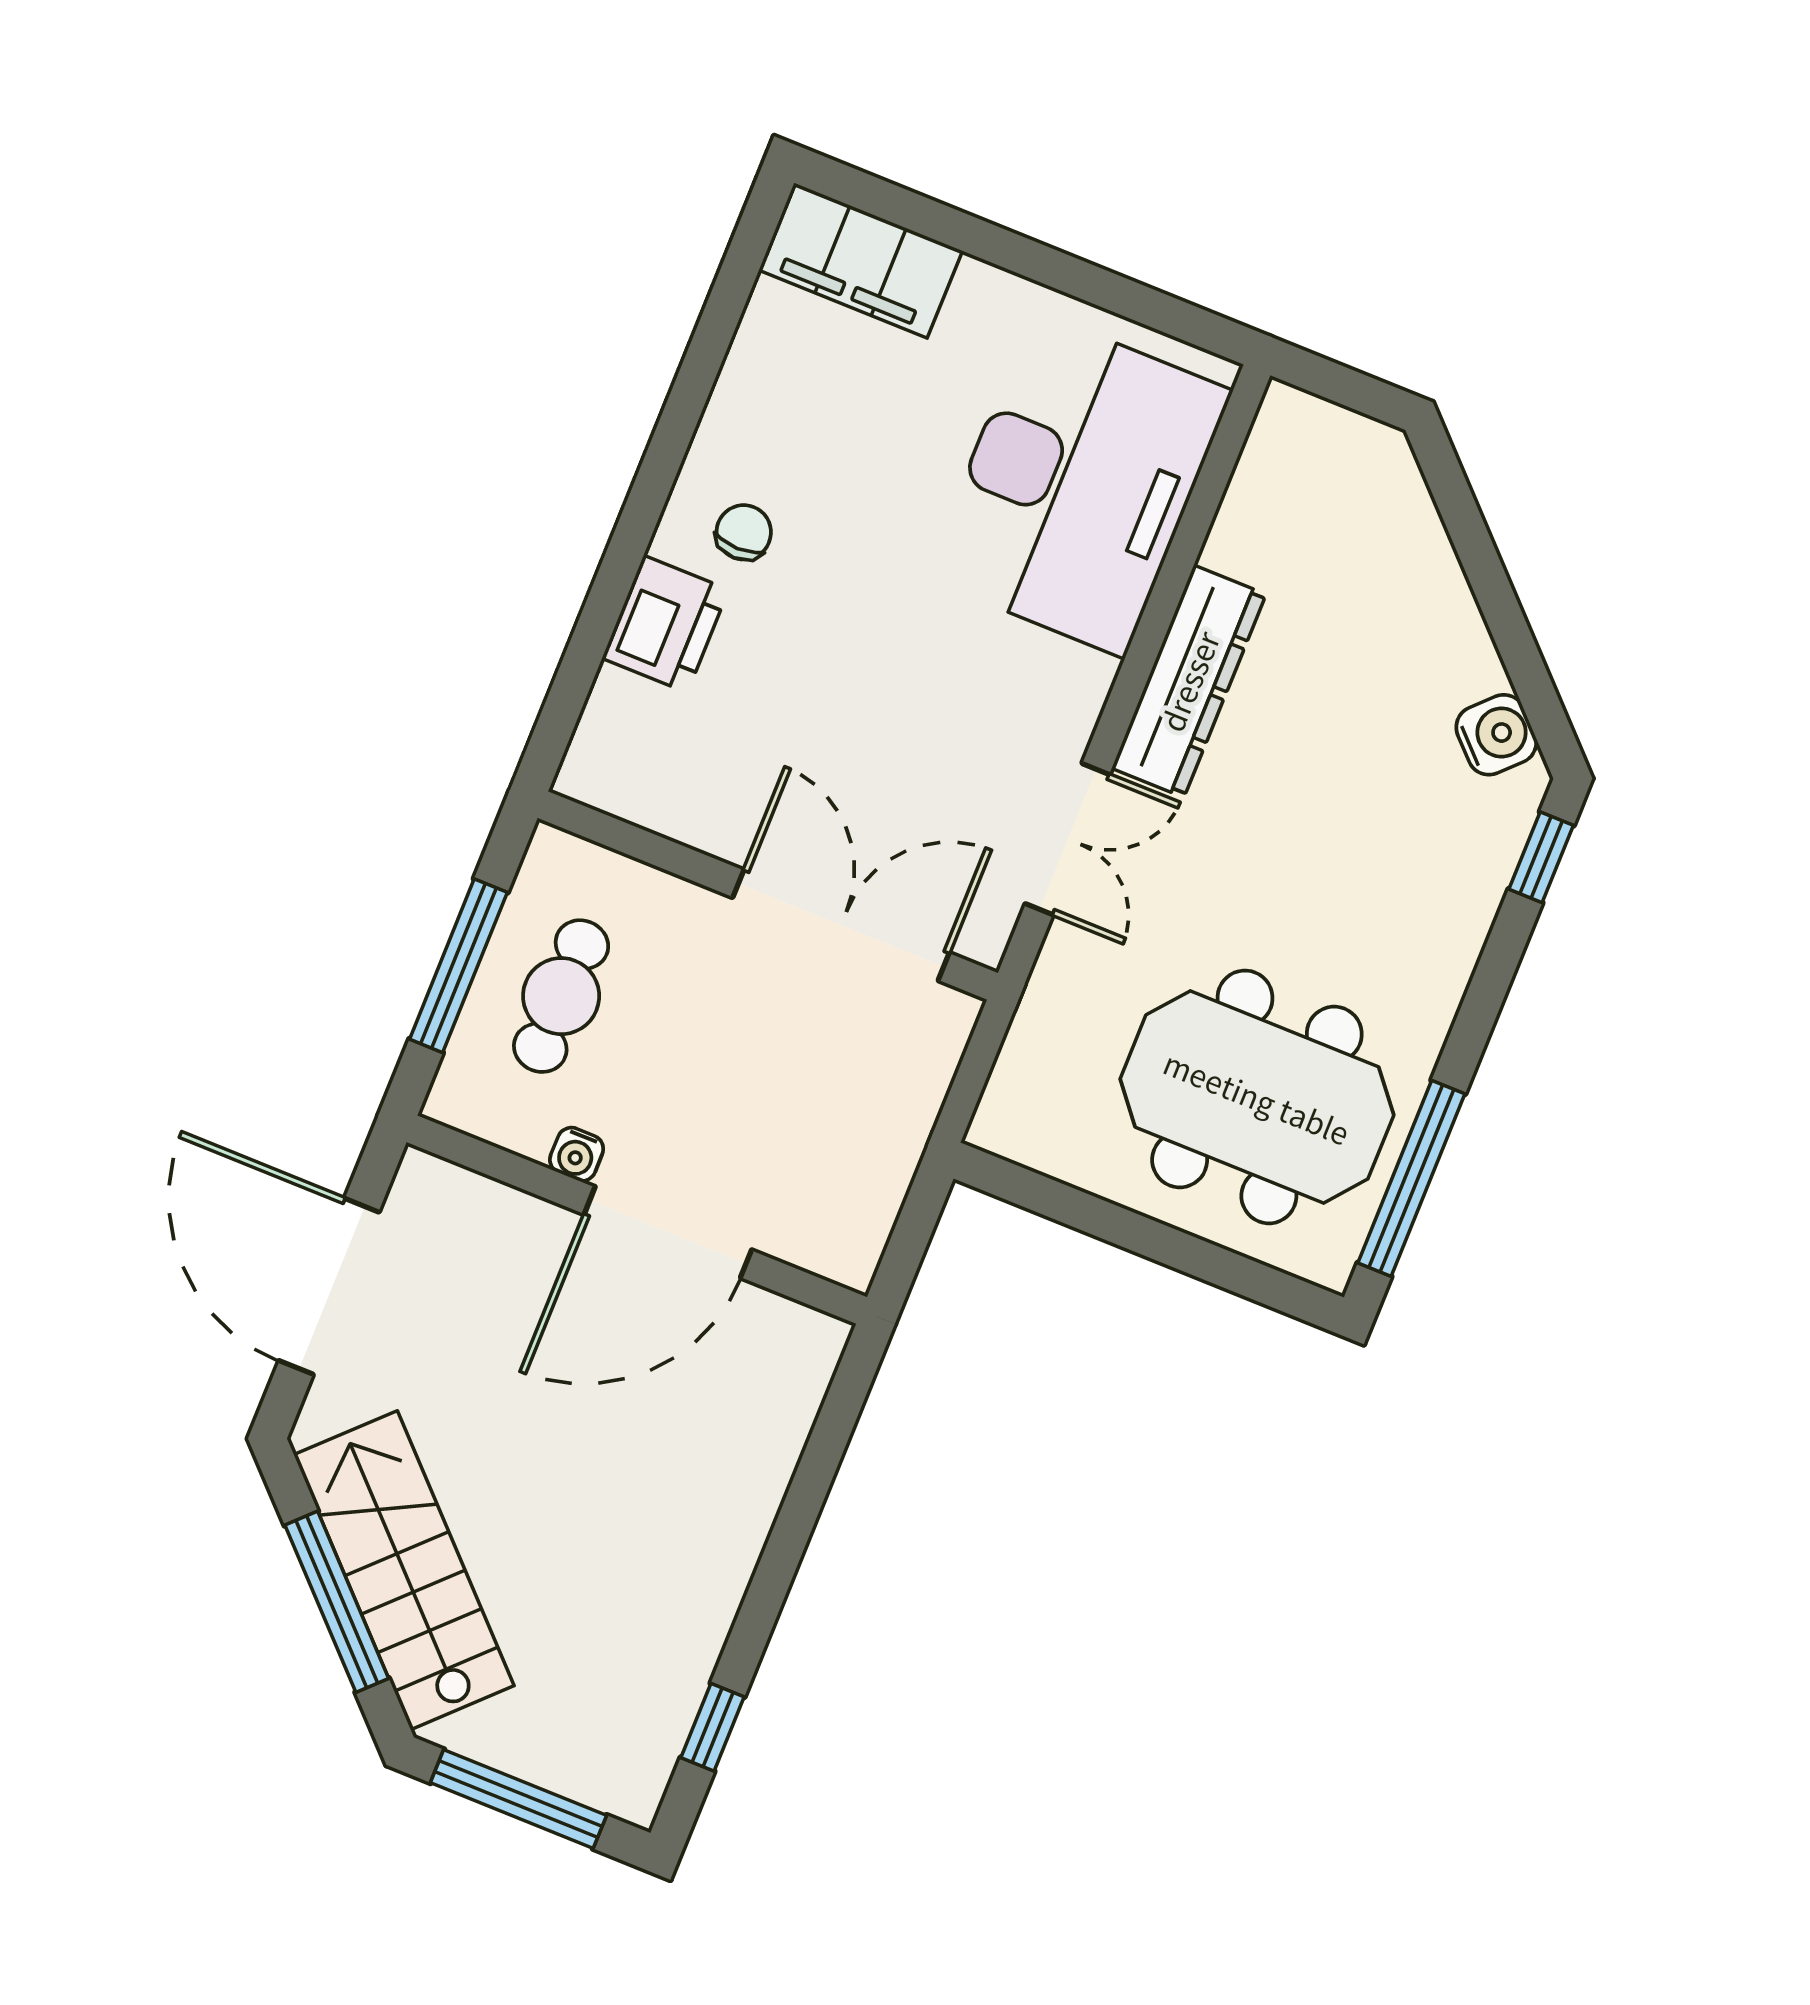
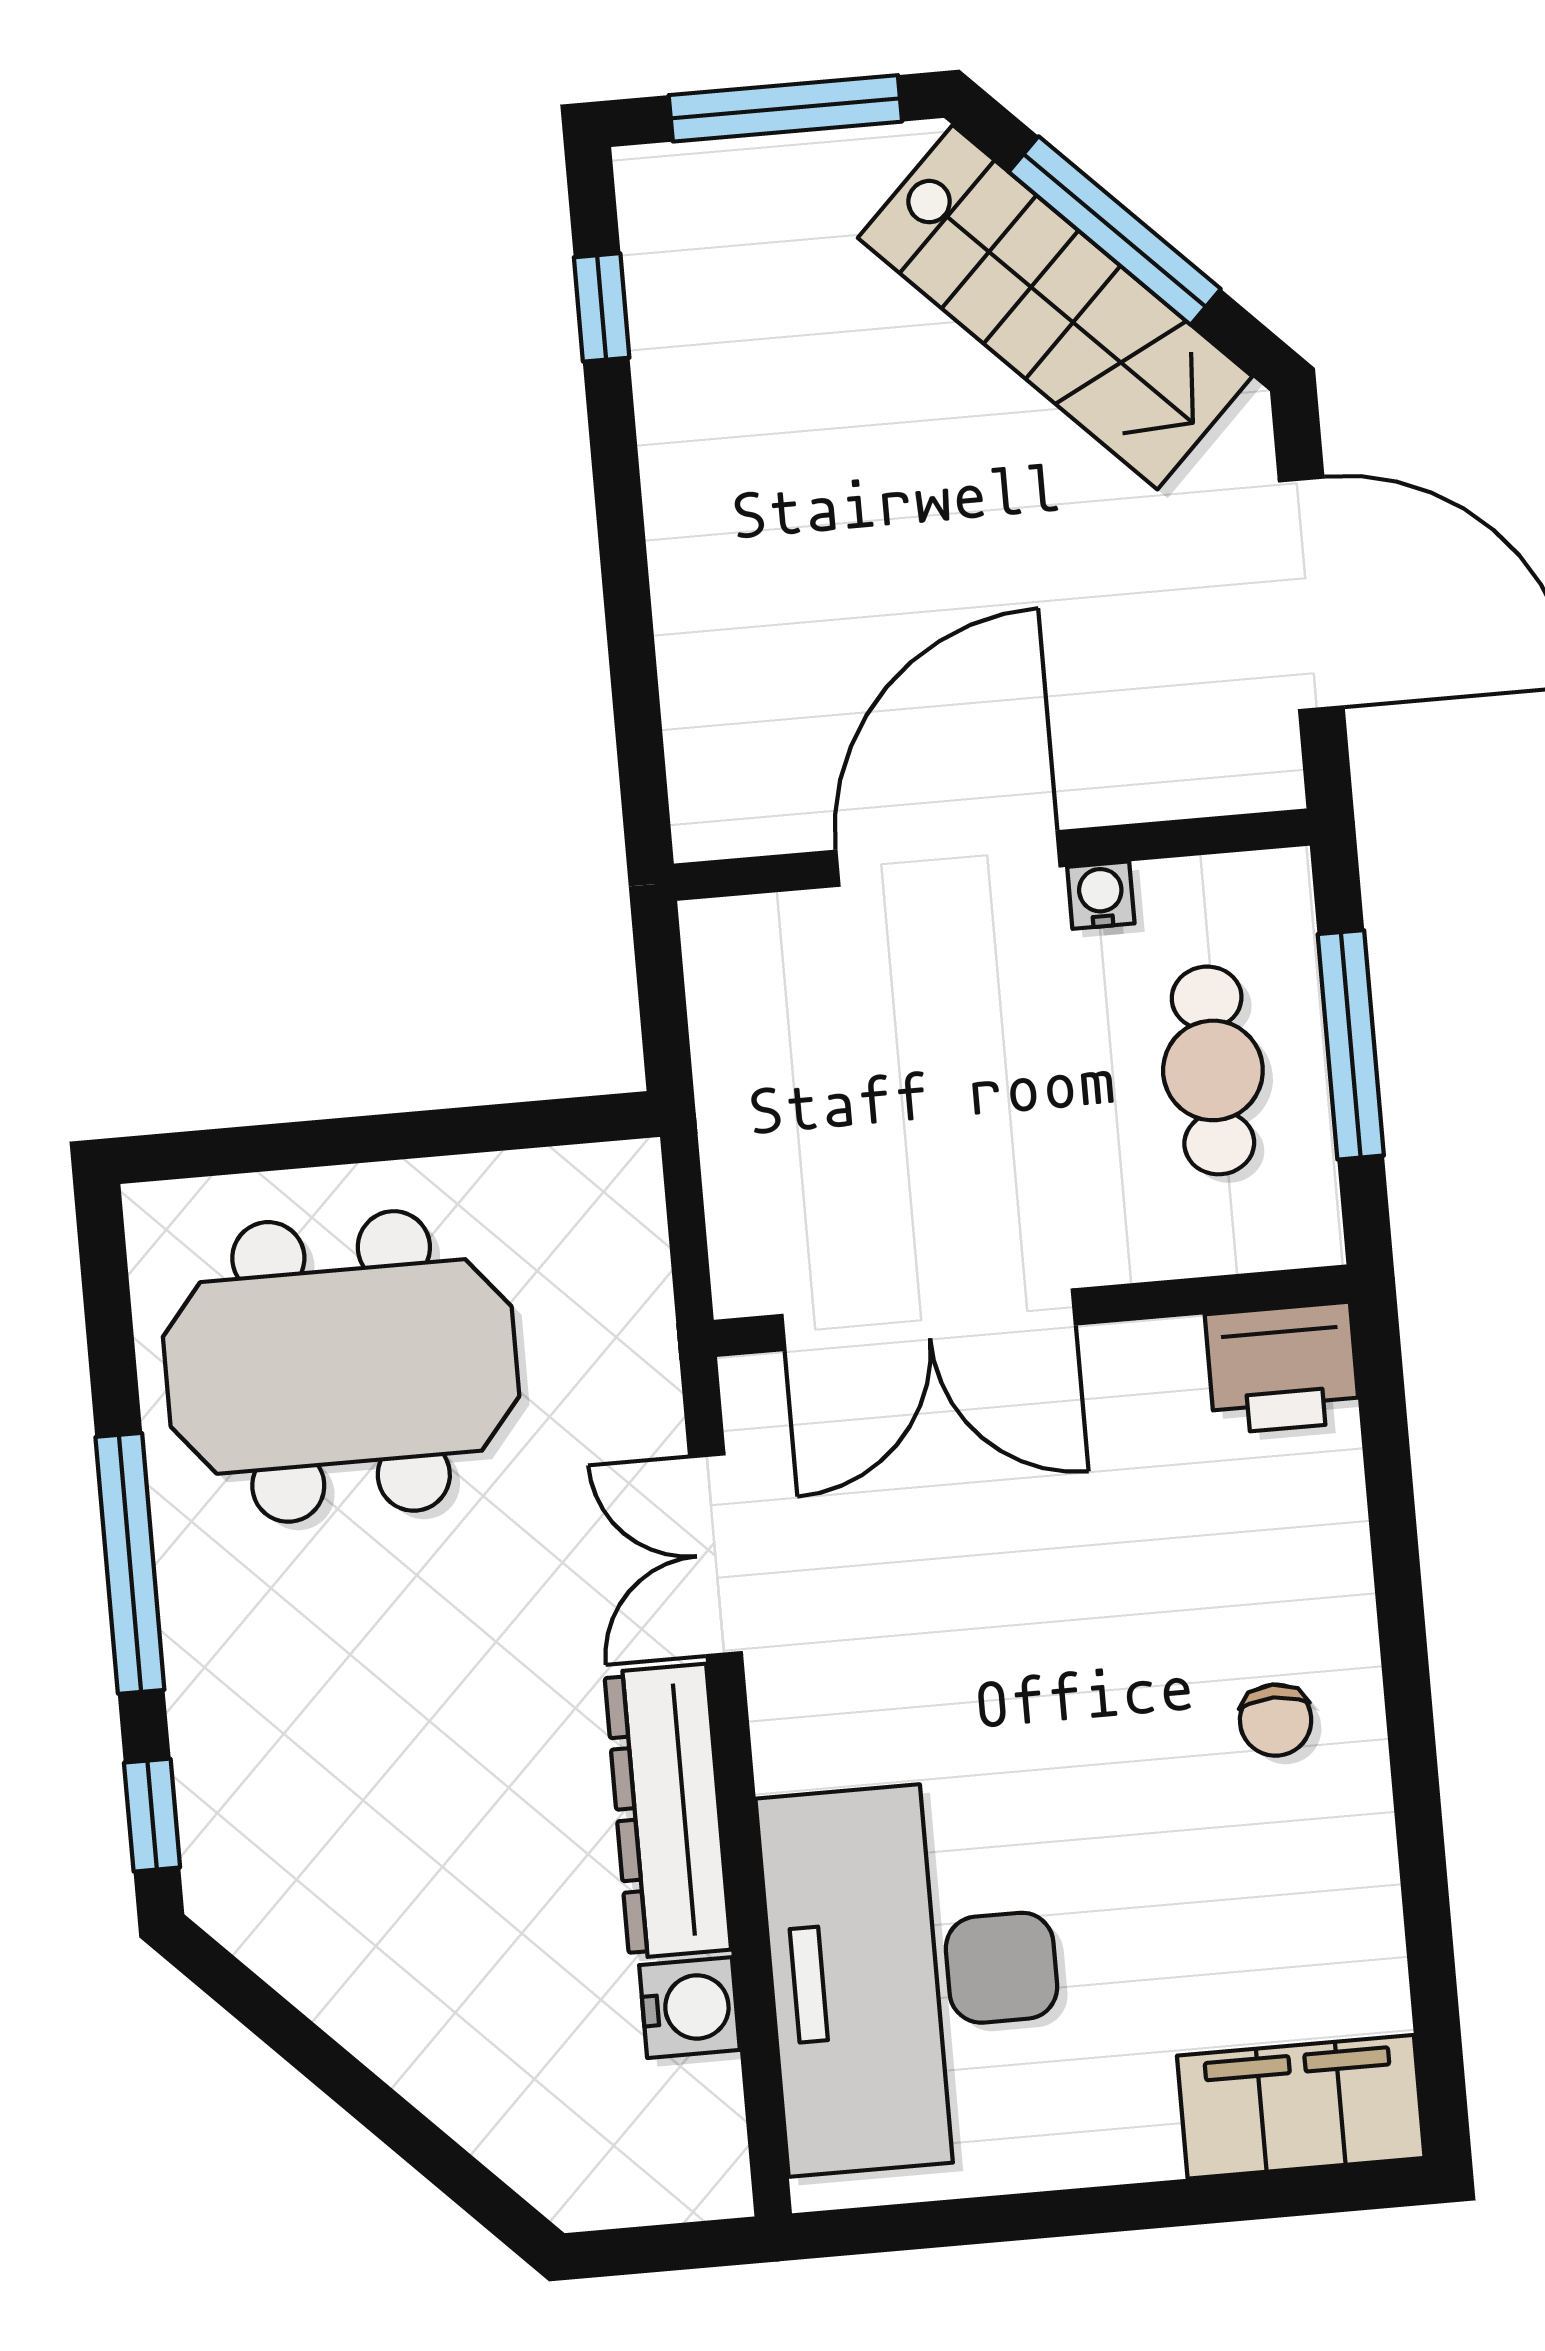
printer: (665, 624) -> (1282, 1368), moved, turned -90
water cooler: (1496, 735) -> (689, 2008), moved, turned -135
window: (1411, 1178) -> (130, 1563), moved

